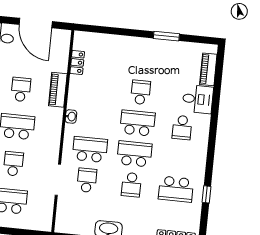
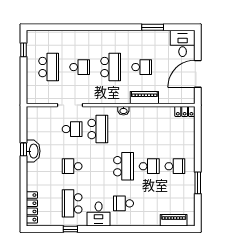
locker: (77, 62) -> (185, 111), moved
desk: (198, 99) -> (99, 214), moved
school desk: (134, 154) -> (175, 166), moved, width x0.54

